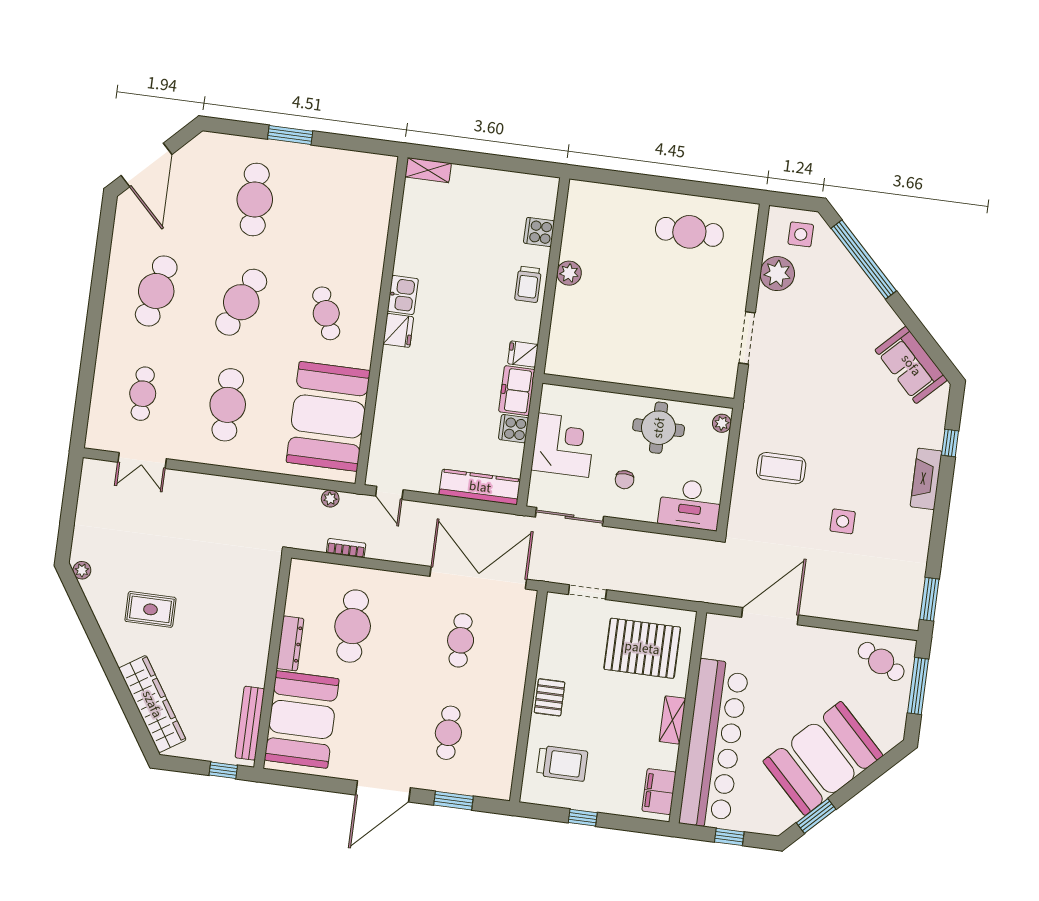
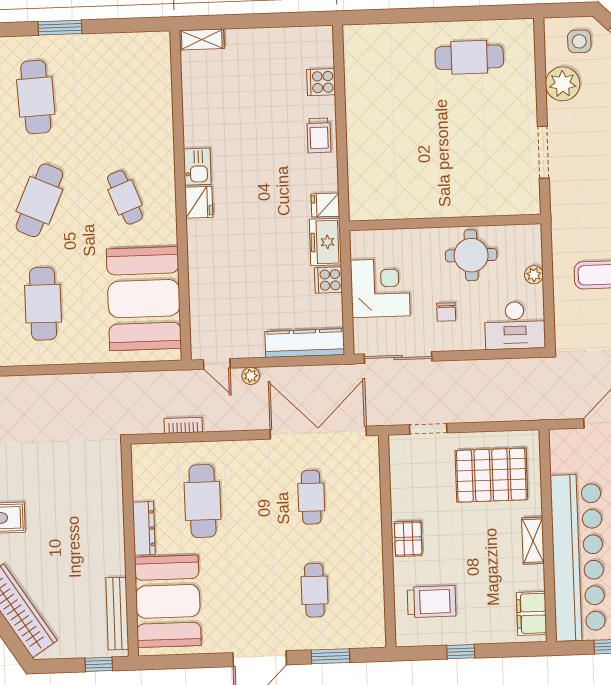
plant: (569, 273) -> (357, 118), removed
plant: (722, 423) -> (534, 275), moved
plant: (330, 499) -> (251, 376), moved

